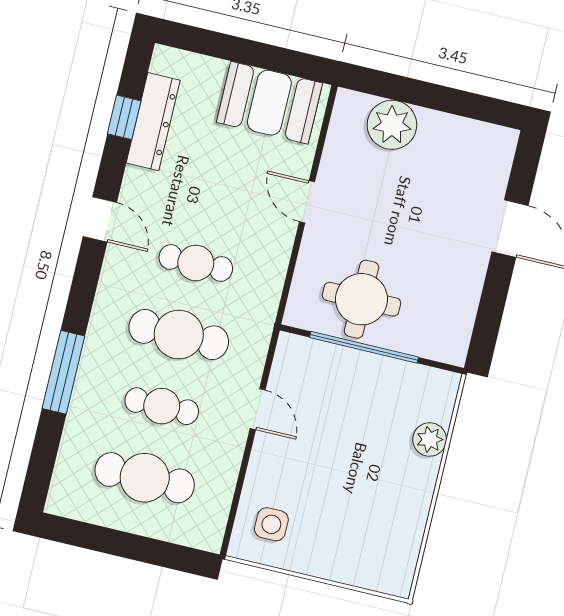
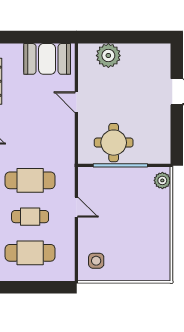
cafe table: (196, 263) -> (30, 144), removed
plant: (430, 439) -> (162, 180), moved

